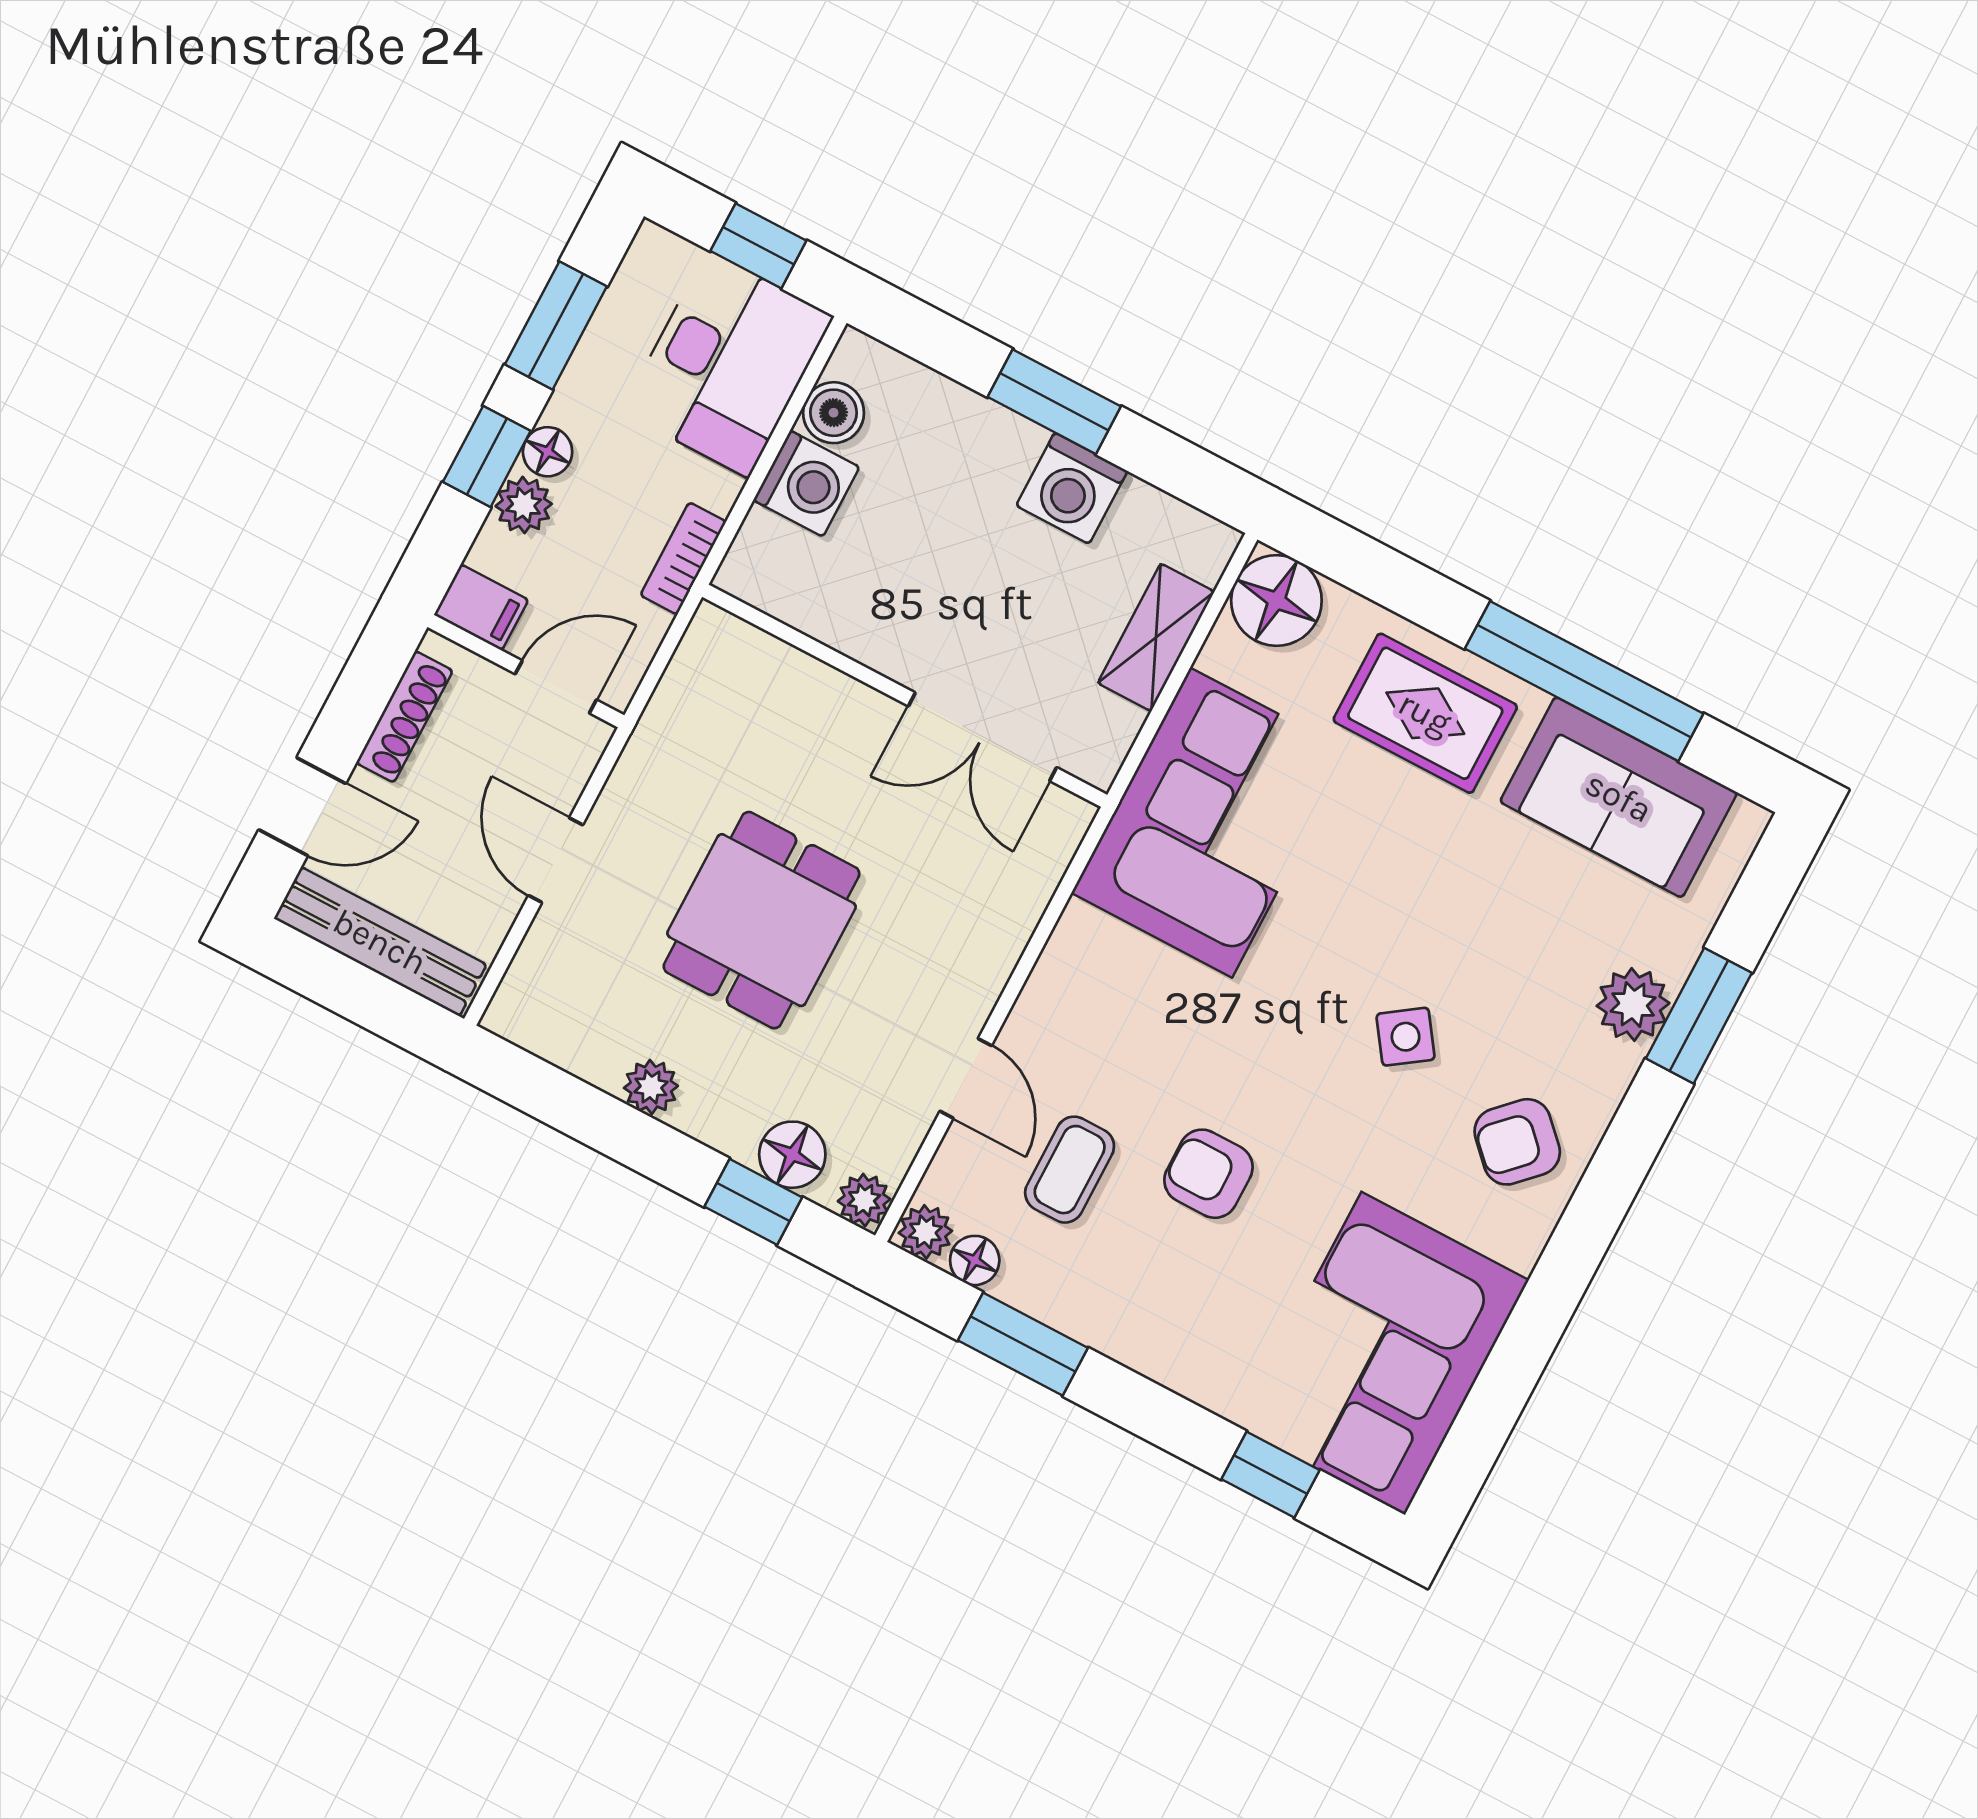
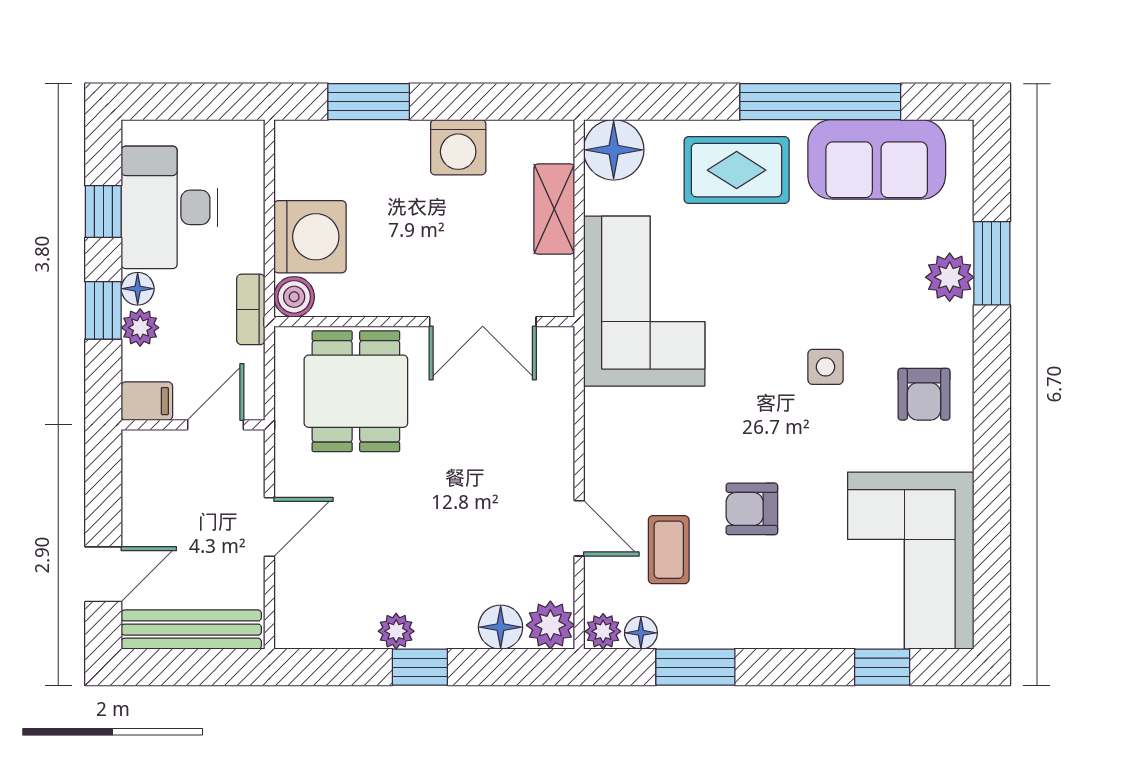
window: (758, 246) -> (198, 102), removed
window: (556, 325) -> (103, 212), width x0.67
desk: (728, 364) -> (169, 207), moved, turned 180
window: (1054, 402) -> (369, 102), moved
boiler: (834, 413) -> (294, 297), moved
washing machine: (806, 484) -> (310, 237), width x1.37, depth x1.37
shoe rack: (404, 717) -> (136, 489), removed
door: (556, 860) -> (269, 527), swing flipped
dining table: (762, 920) -> (356, 391), moved
side table: (1406, 1037) -> (825, 367), turned 35
armchair: (1517, 1142) -> (924, 394), turned -45
plant: (864, 1200) -> (550, 625), width x1.38, depth x1.38
window: (753, 1202) -> (420, 667), moved

